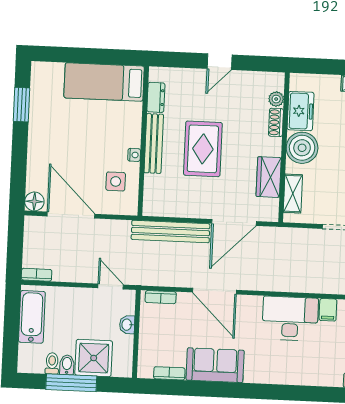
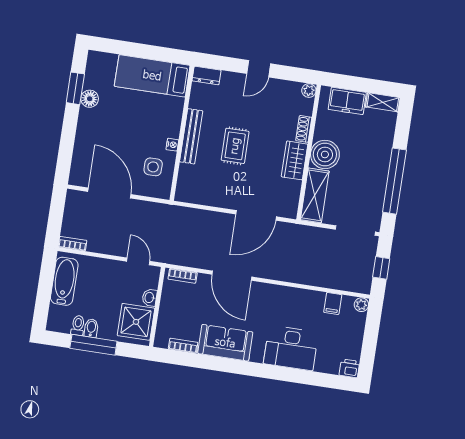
dresser: (156, 97) -> (206, 76), moved, turned 90
plant: (276, 99) -> (309, 91), moved
freezer: (301, 111) -> (347, 101), moved, turned 90
rug: (203, 149) -> (235, 146), width x0.73, depth x0.70
wardrobe: (269, 177) -> (295, 160), moved
shelving: (293, 194) -> (315, 195), width x1.50, depth x1.33
floor lamp: (34, 201) -> (90, 99), moved
bench: (171, 232) -> (198, 218), removed
desk: (290, 318) -> (291, 348), moved, turned 180
shower: (94, 358) -> (136, 322), moved

